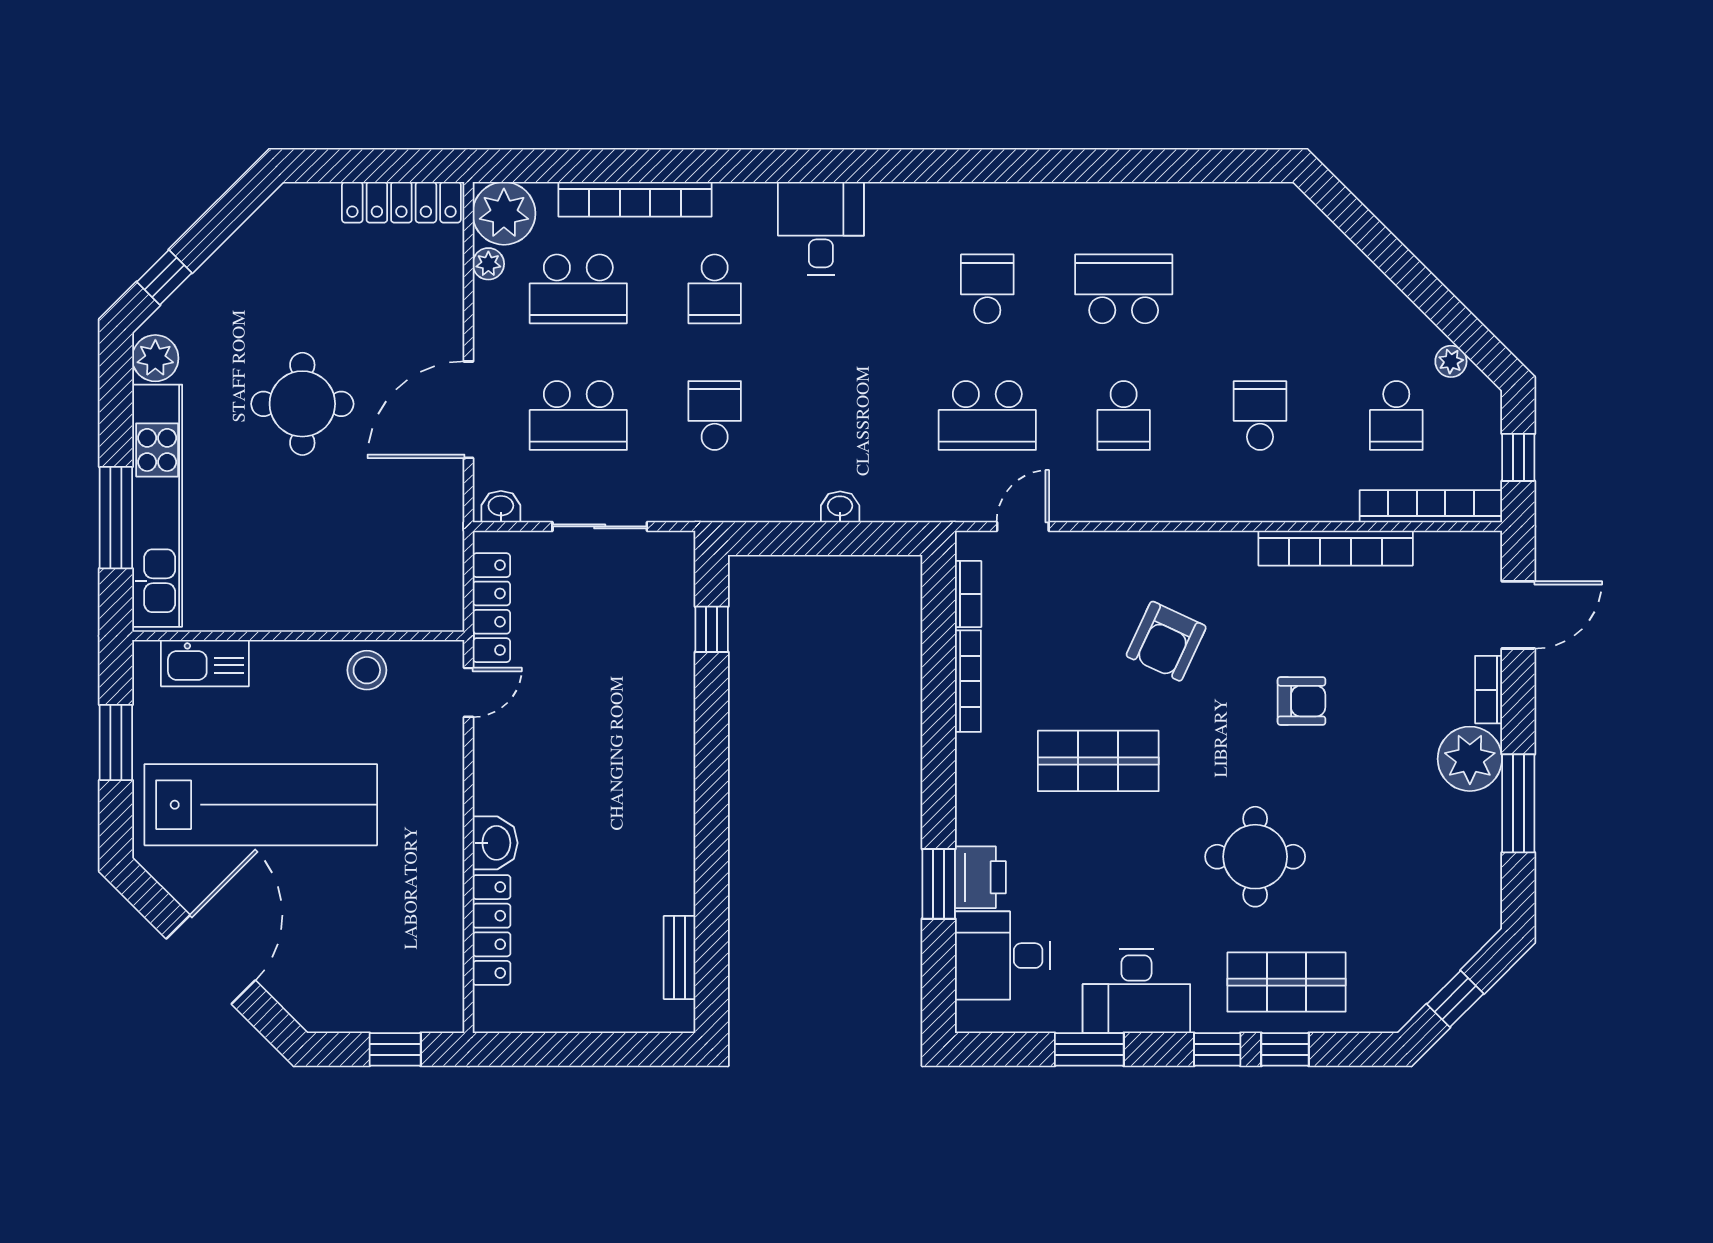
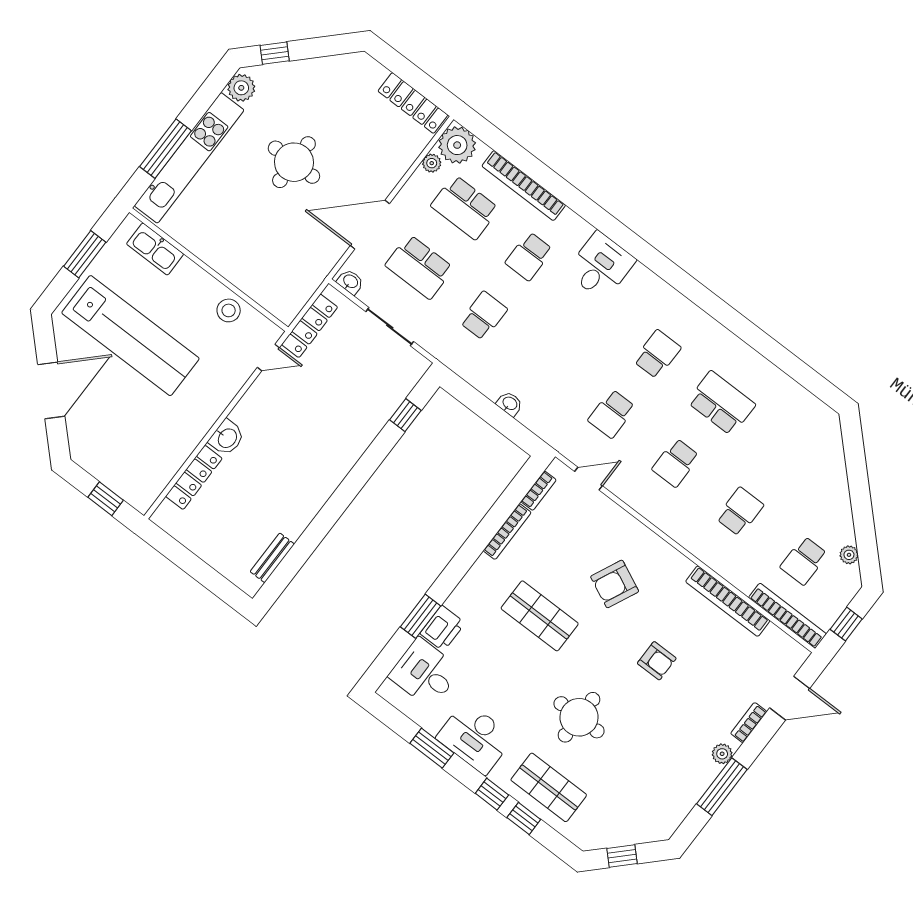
school desk: (987, 415) -> (612, 414), width x0.54
plant: (1470, 759) -> (722, 754), width x0.53, depth x0.53

